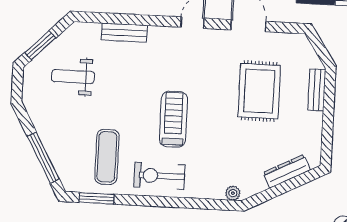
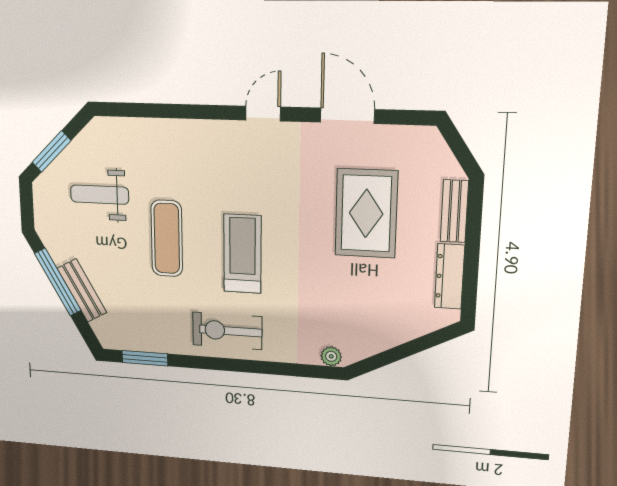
bench: (124, 33) -> (82, 290), moved, turned 61
exercise mat: (107, 157) -> (167, 238), moved
window: (43, 158) -> (58, 282), moved
dresser: (287, 171) -> (450, 276), moved, turned -63

